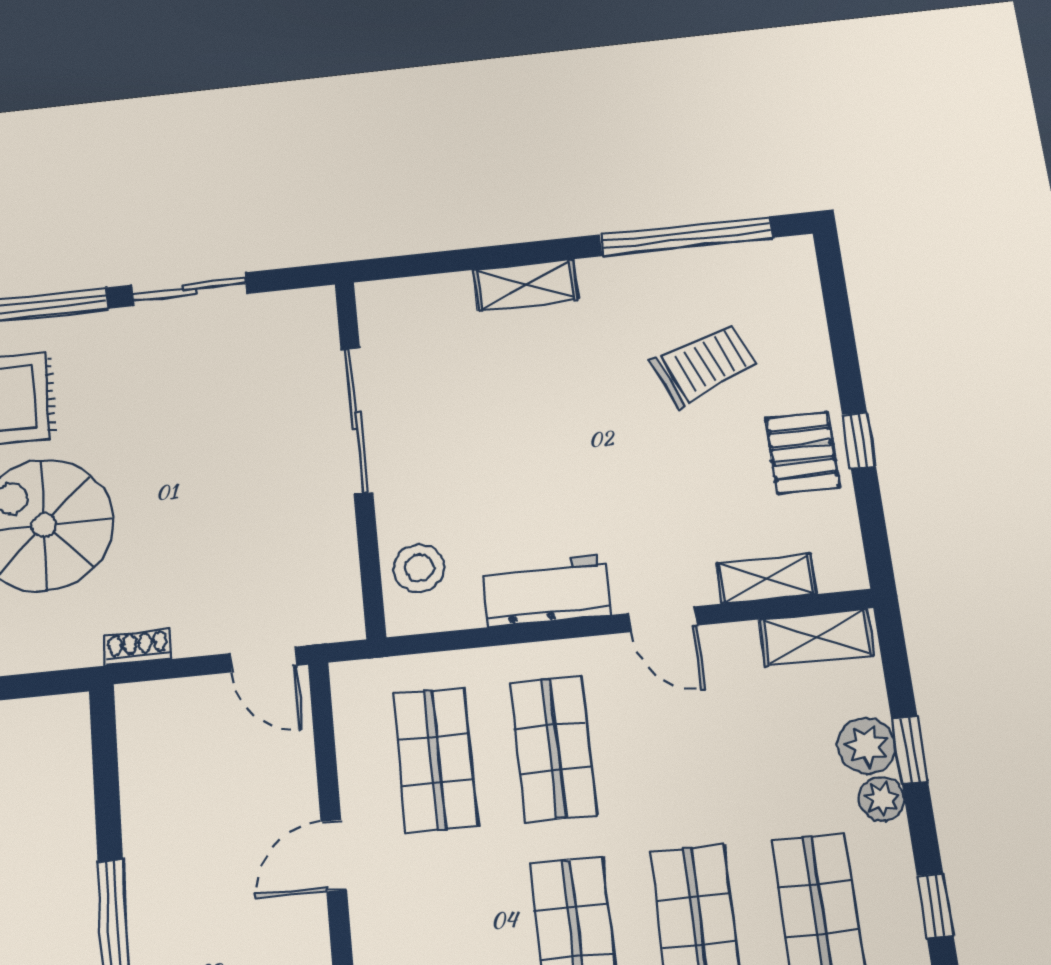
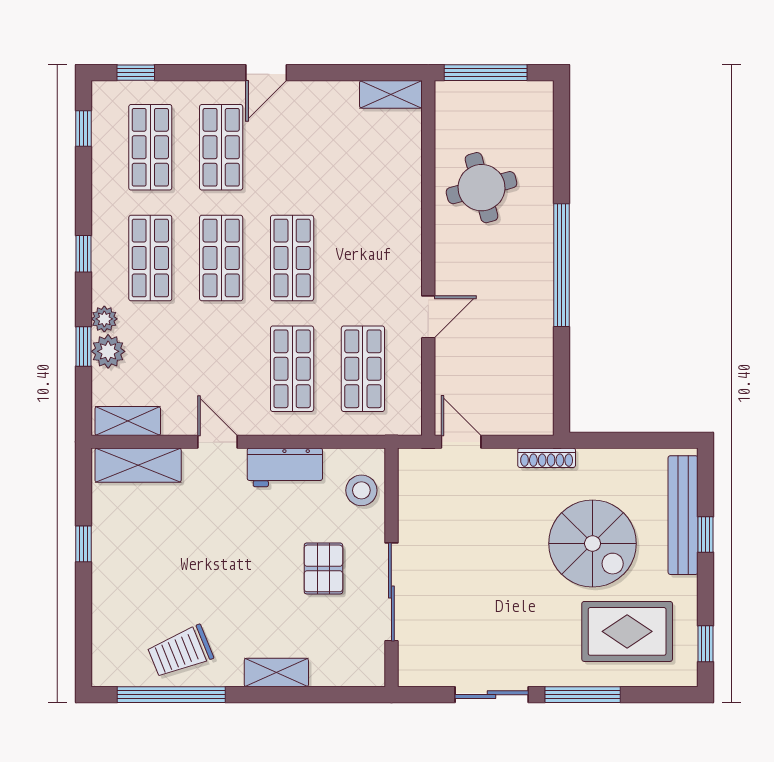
trolley: (704, 364) -> (180, 652), moved
pallet: (802, 453) -> (323, 568), moved
shelving: (766, 579) -> (138, 465), width x1.50, depth x1.33
shoe rack: (137, 647) -> (547, 458), width x1.43

